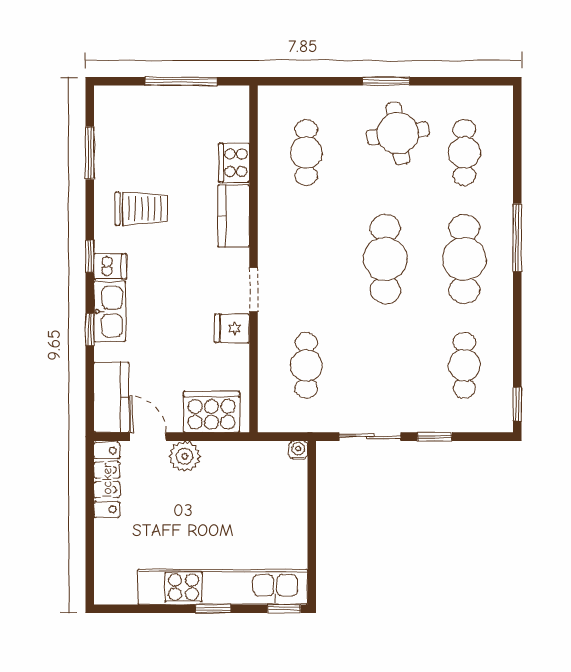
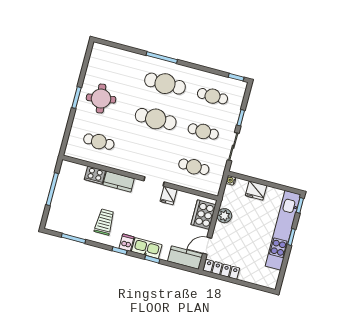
cafe table: (464, 153) -> (203, 131), moved
plant: (185, 456) -> (224, 216), moved
fridge: (291, 509) -> (256, 191), added

